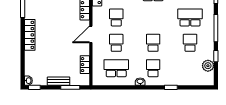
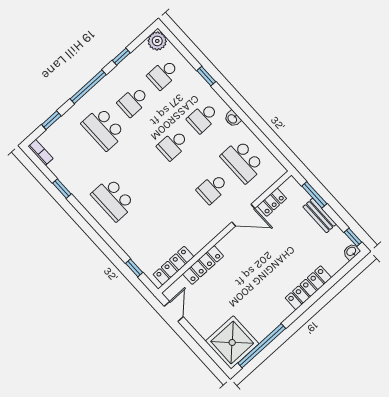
school desk: (116, 18) -> (163, 74), moved
door: (91, 34) -> (243, 215), moved
locker: (30, 35) -> (308, 288), moved
plant: (208, 66) -> (157, 41), moved

